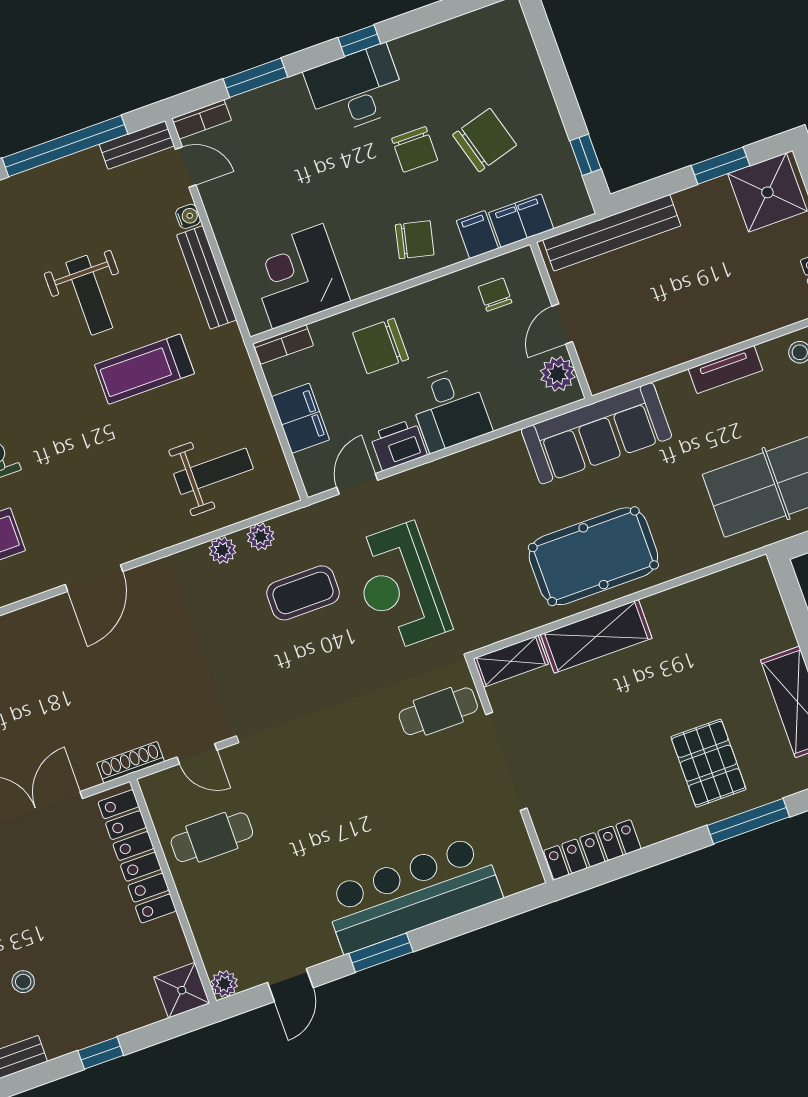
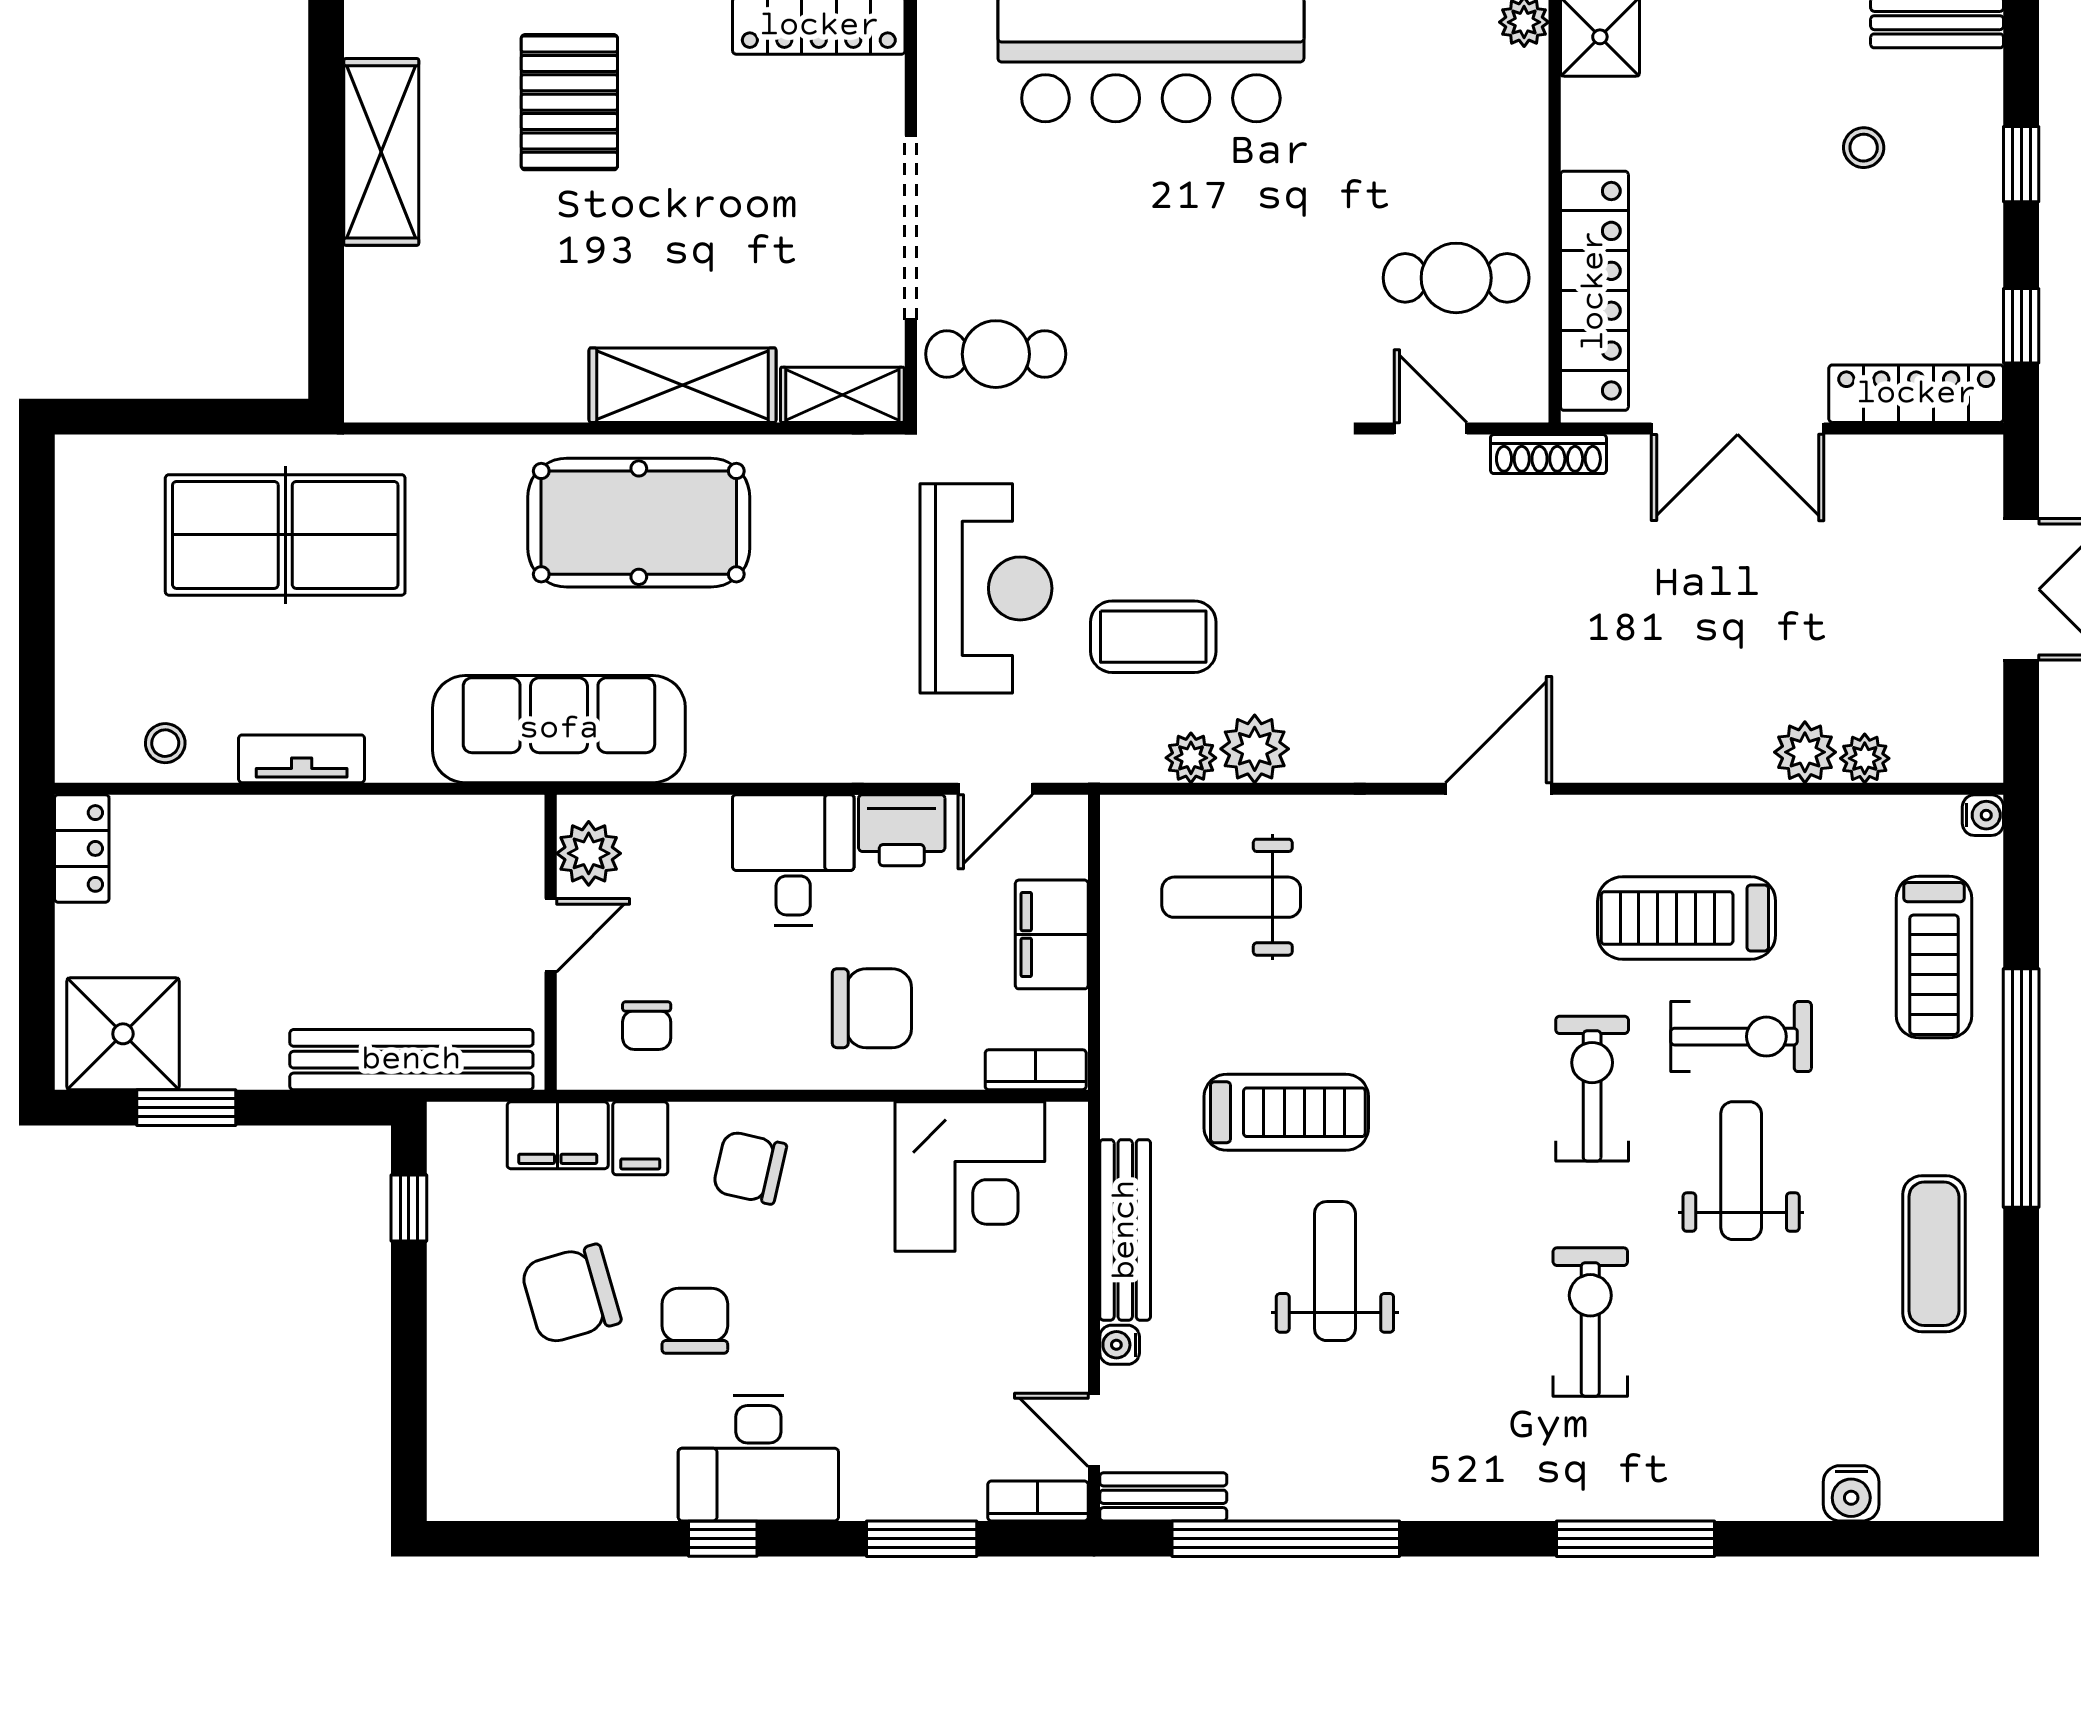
plant: (222, 550) -> (1255, 749), width x1.38, depth x1.38

